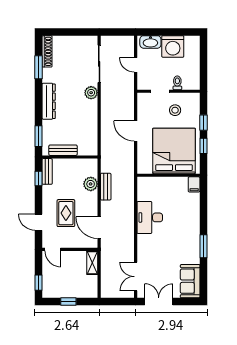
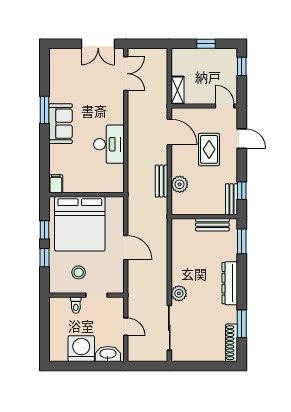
sofa: (190, 281) -> (61, 124), moved

